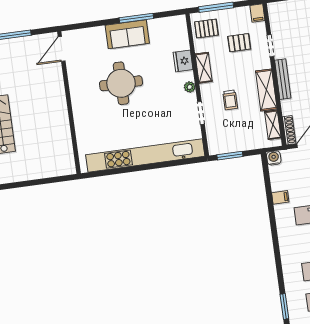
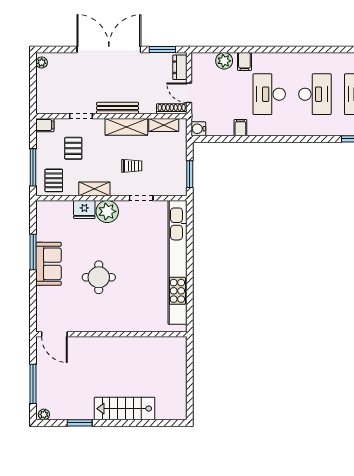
round table: (121, 83) -> (99, 277), width x0.73, depth x0.73
plant: (190, 87) -> (107, 211), width x1.87, depth x1.87

